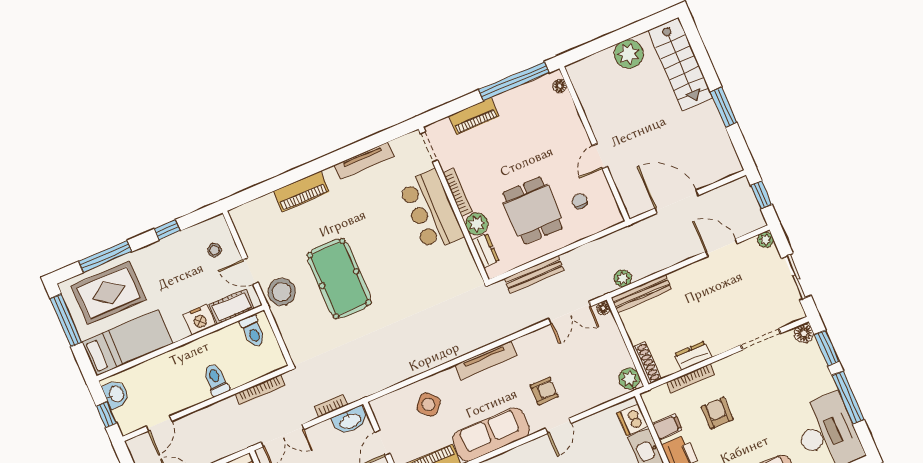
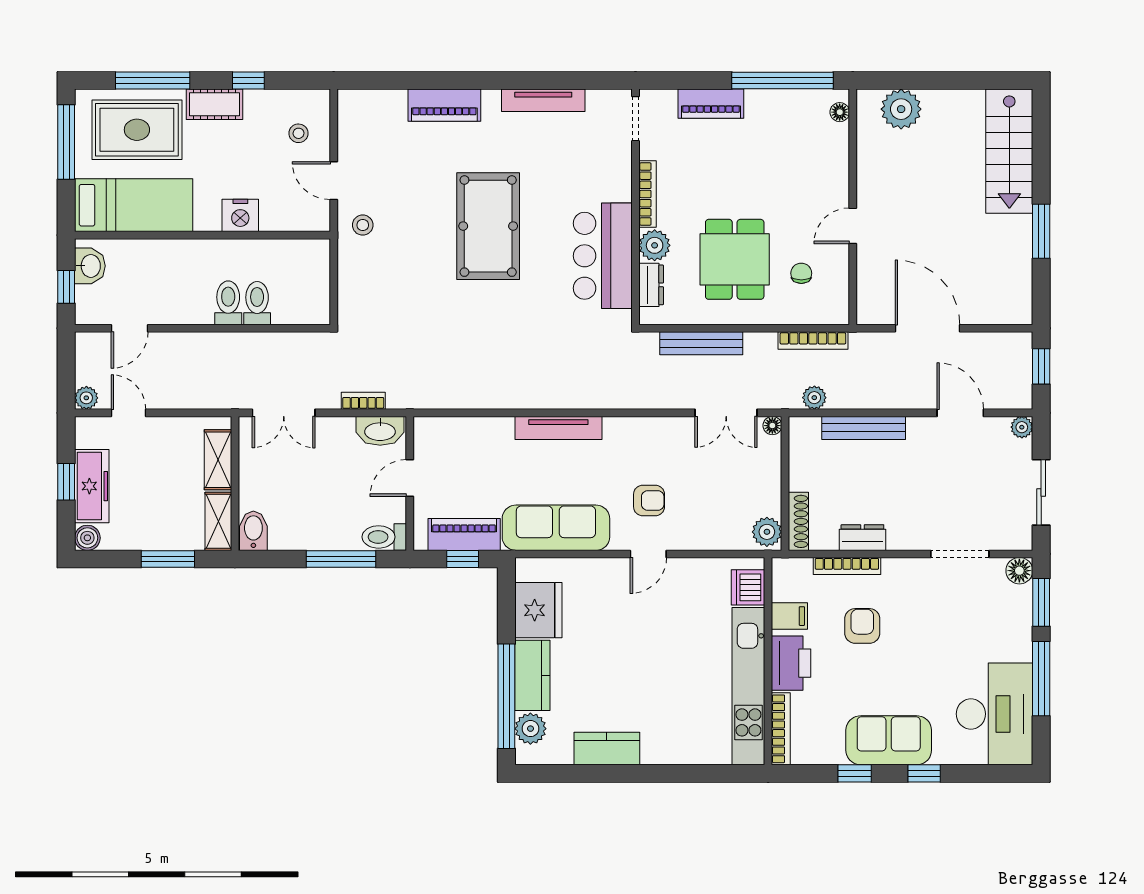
plant: (629, 54) -> (901, 109), moved
bar counter: (431, 211) -> (603, 256), moved
pool table: (339, 279) -> (488, 226), moved
stool: (282, 292) -> (363, 225), width x0.53, depth x0.53
bench: (641, 293) -> (864, 428), moved
cot: (231, 307) -> (214, 104), moved
toilet: (253, 331) -> (257, 303), moved, turned 180
tv unit: (486, 360) -> (558, 428), moved
bookcase: (260, 390) -> (813, 341), moved
side table: (428, 404) -> (491, 454), removed

